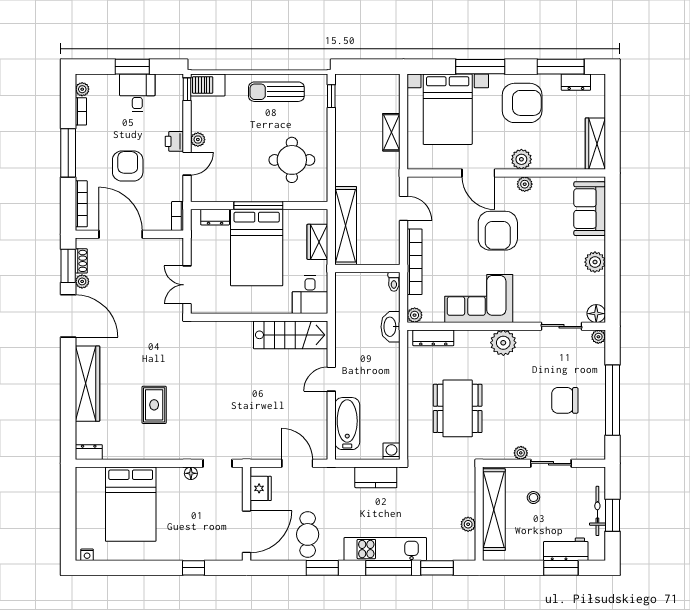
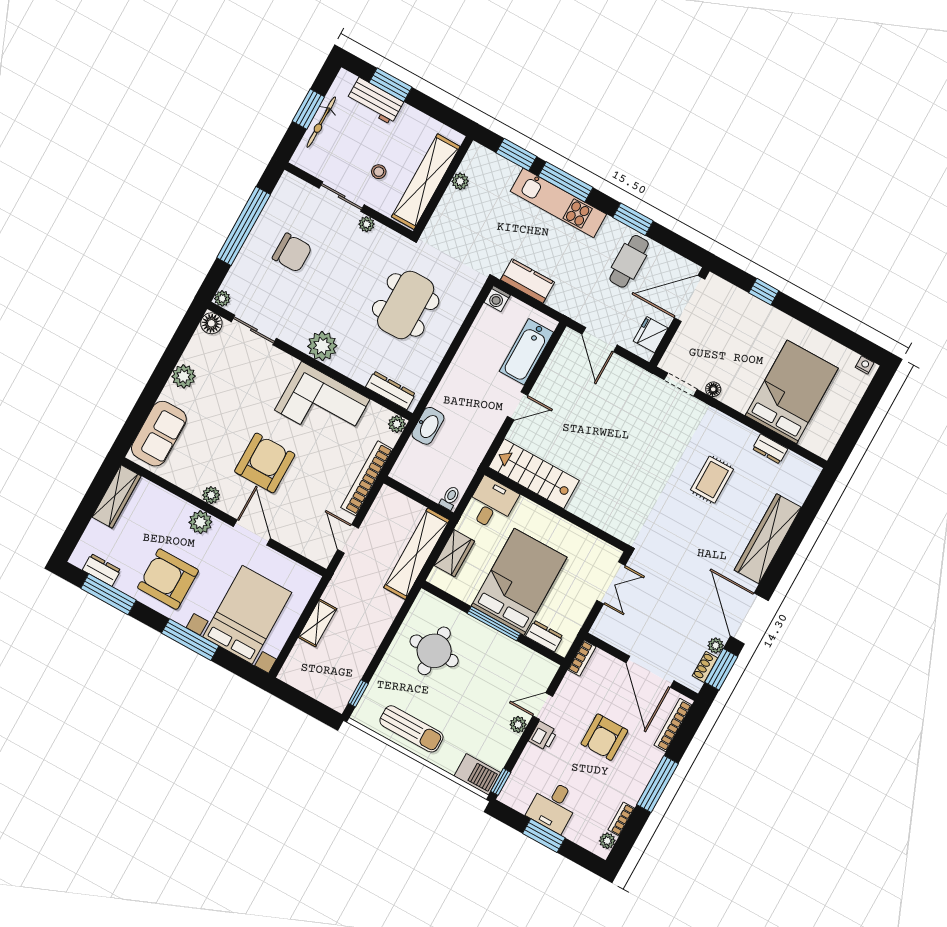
toilet: (394, 282) -> (450, 498), moved
dresser: (89, 452) -> (770, 449), moved

